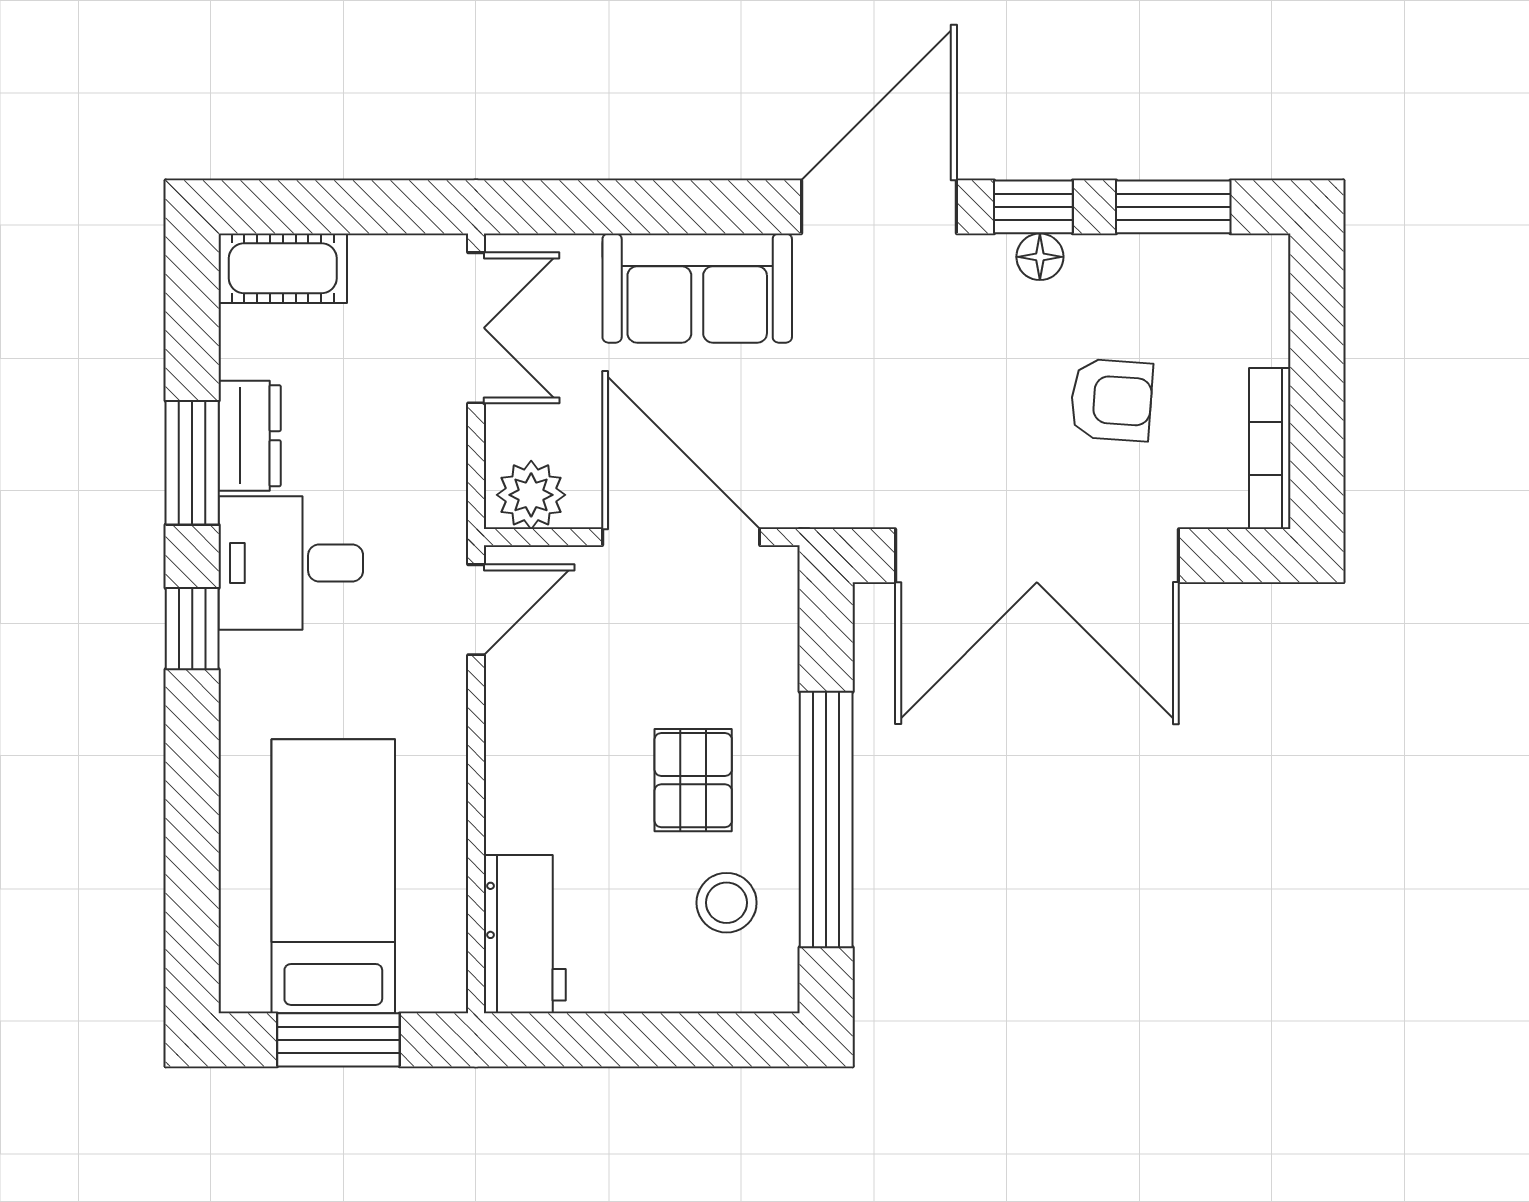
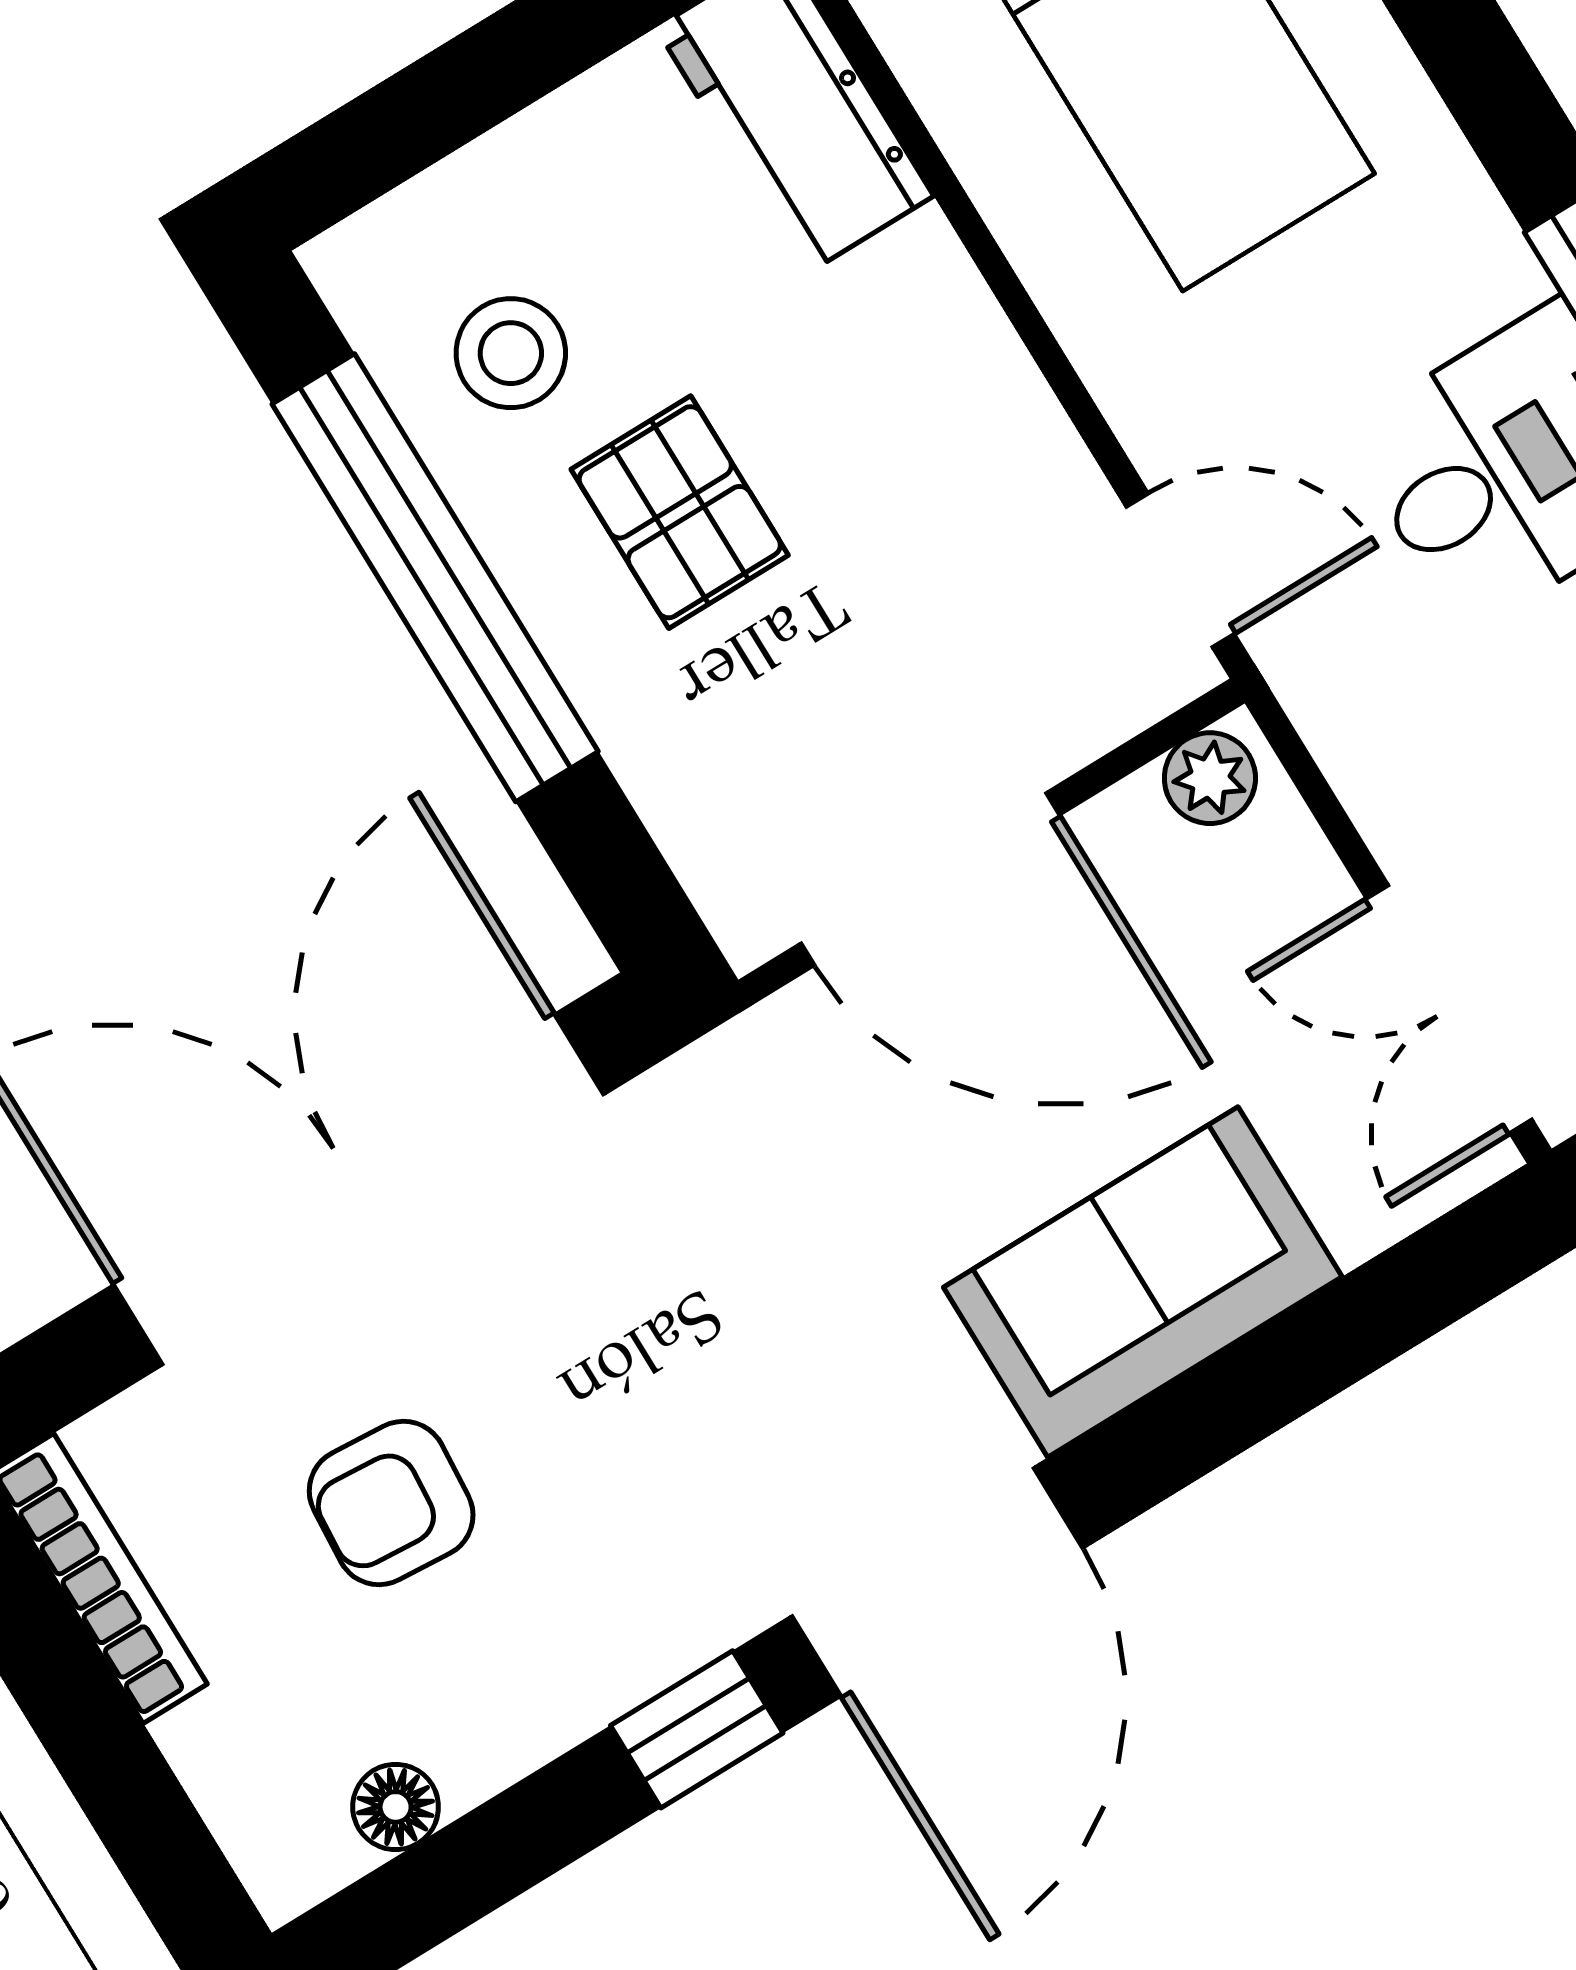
window: (1173, 207) -> (479, 1863), removed
floor lamp: (1040, 257) -> (396, 1807), moved
plant: (531, 495) -> (1210, 778), width x0.73, depth x0.73
door: (476, 610) -> (1180, 570), swing flipped

